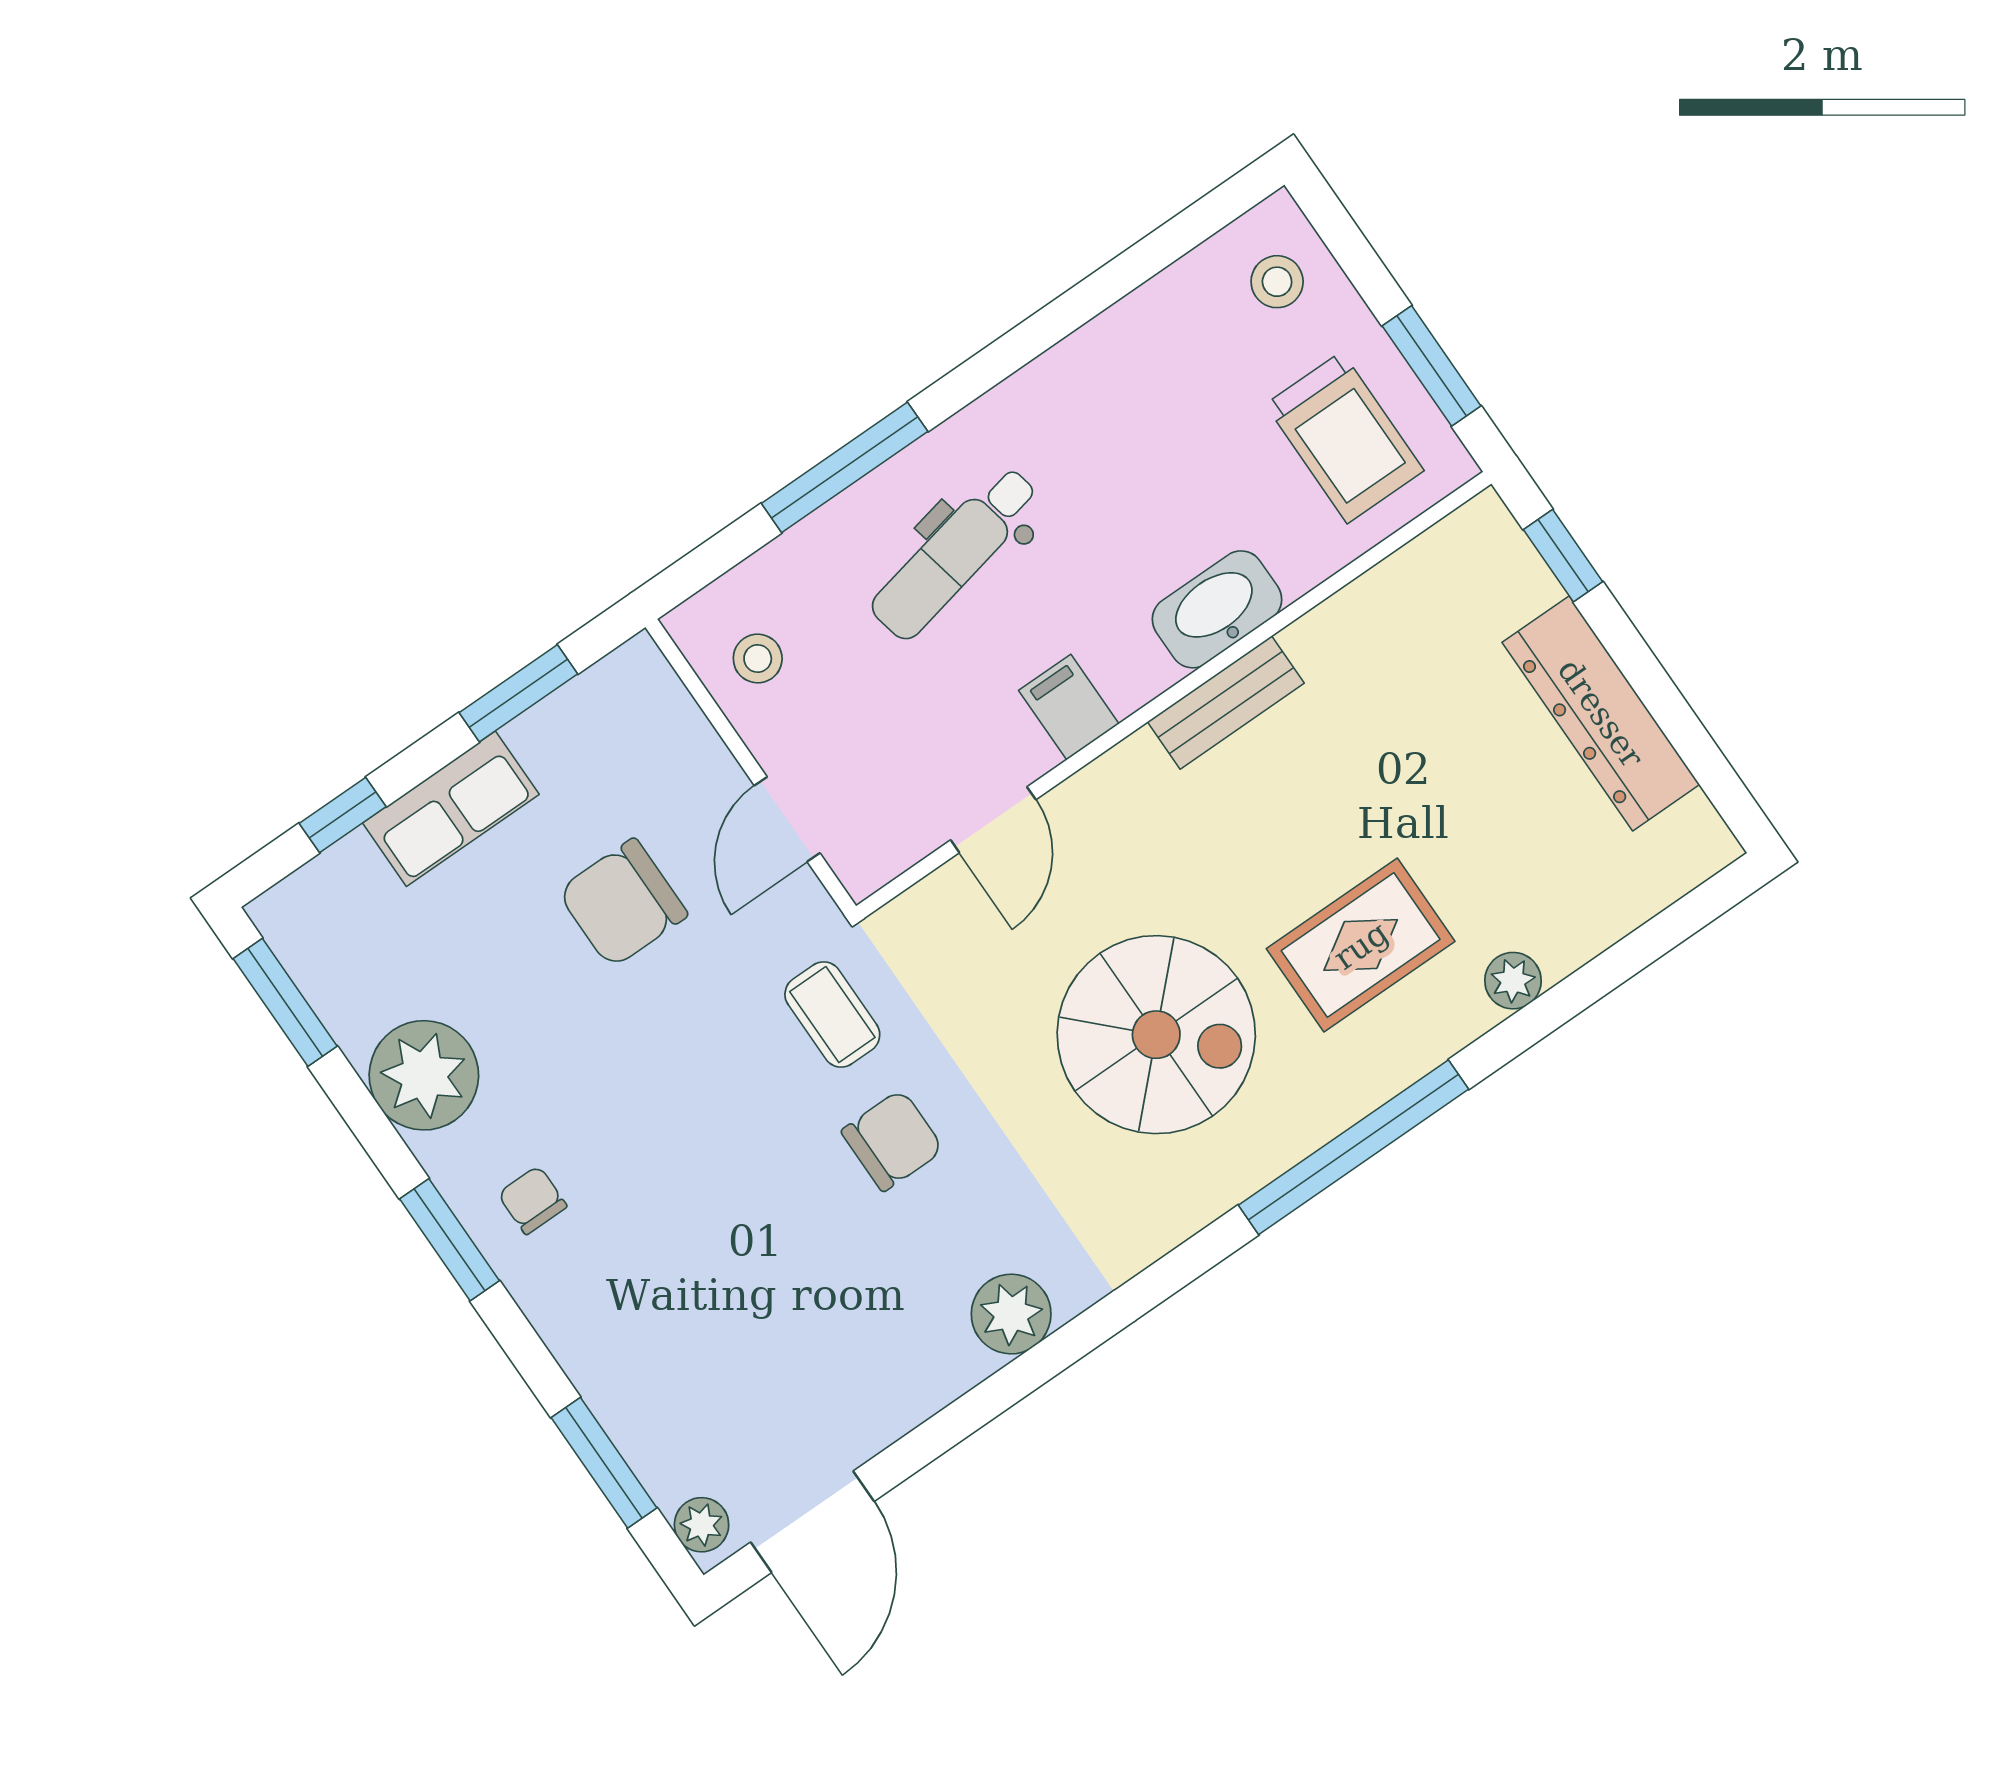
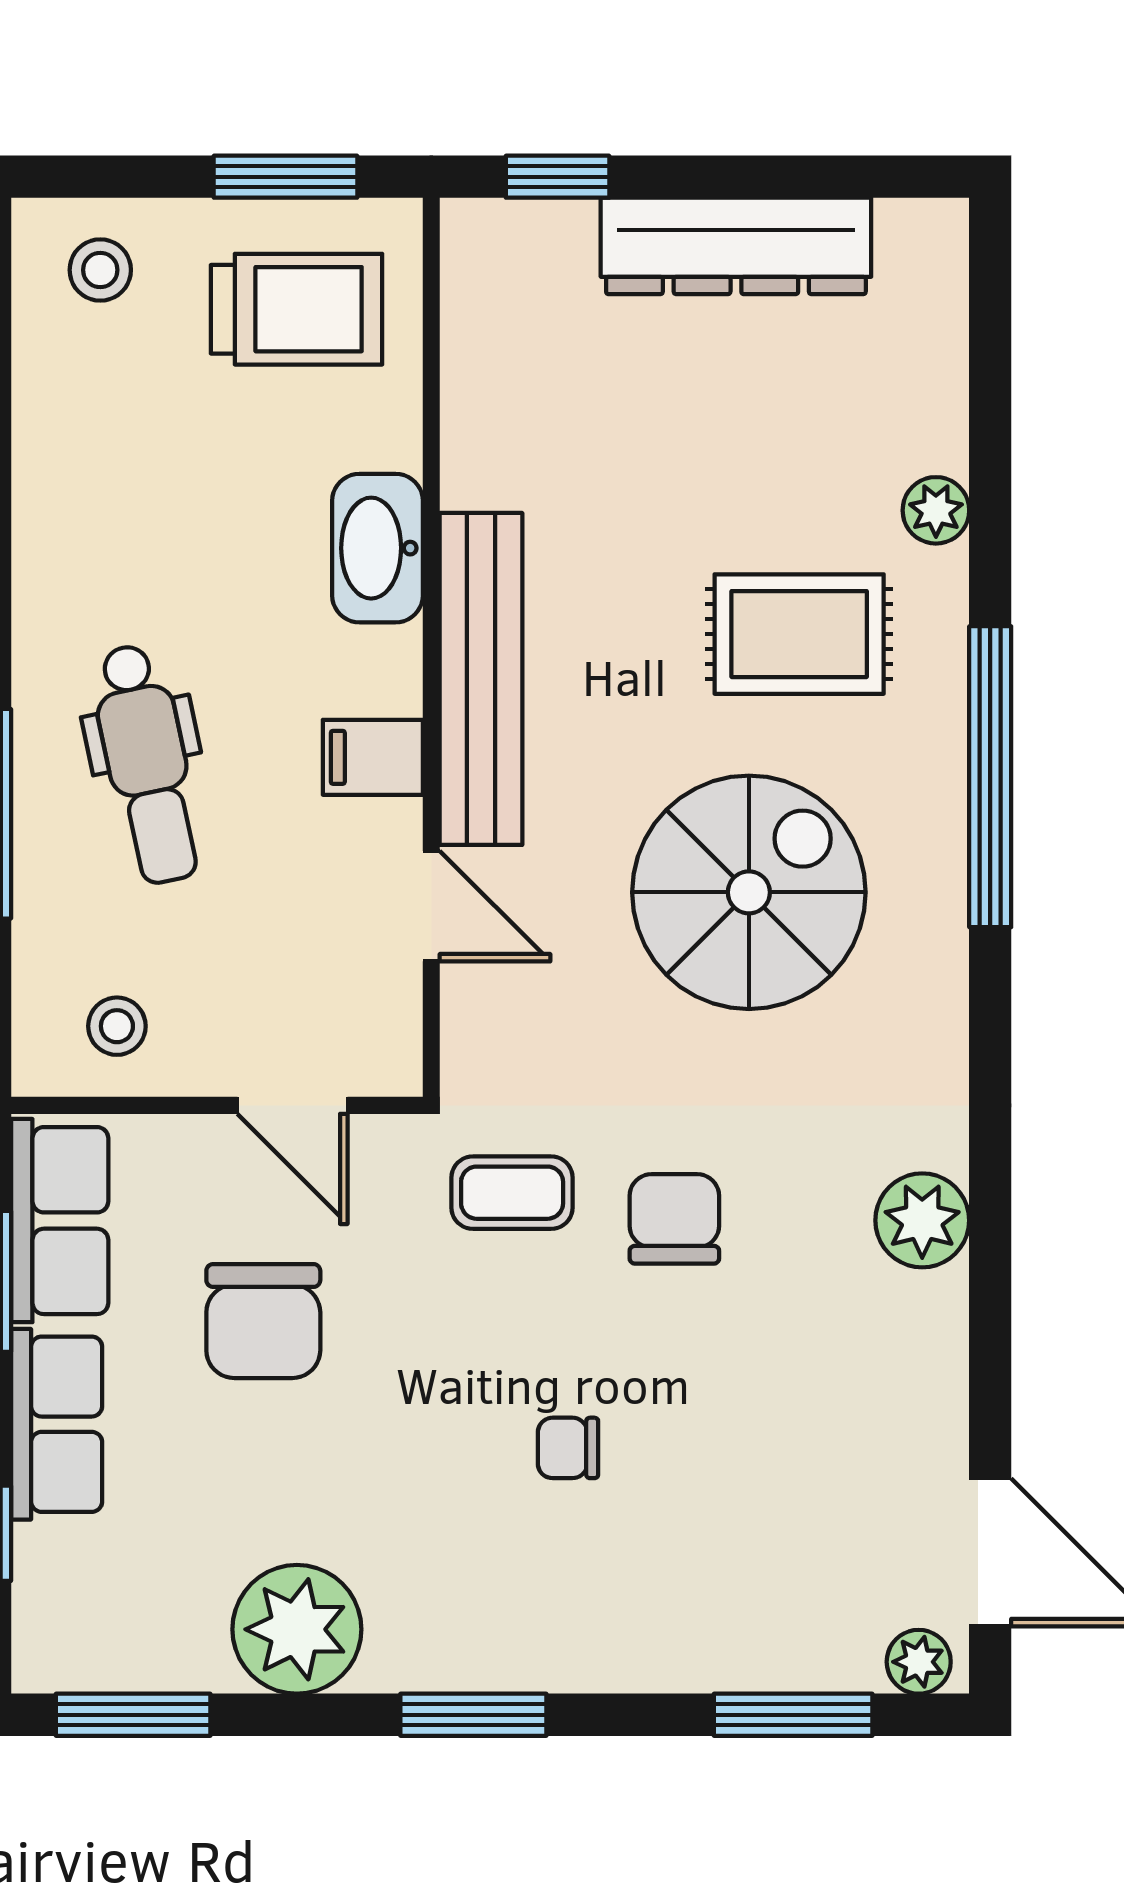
bench: (1226, 703) -> (481, 679), width x1.86, depth x1.21
row of seats: (594, 712) -> (60, 1221), added
rug: (1361, 945) -> (799, 634), turned 90
chair: (532, 1200) -> (568, 1448), moved

